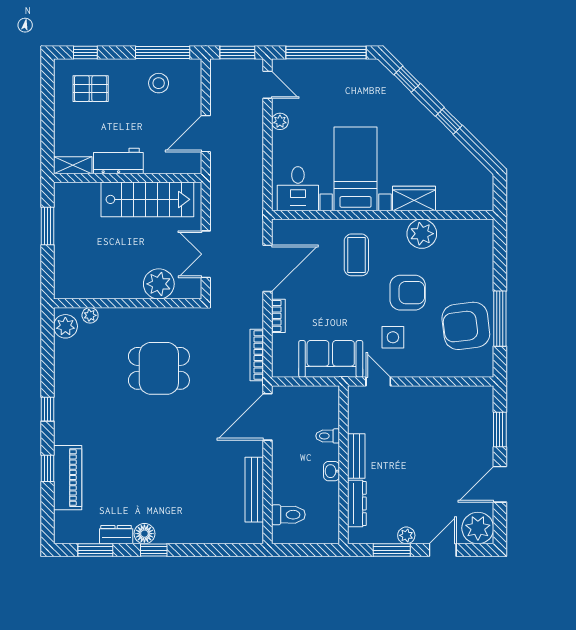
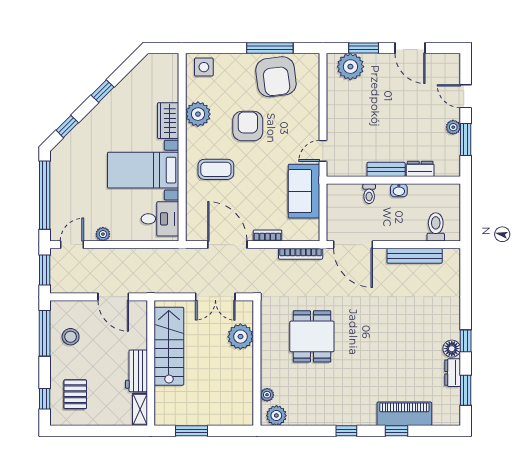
side table: (393, 337) -> (204, 67), moved
dresser: (357, 503) -> (420, 169), width x0.70
plant: (478, 528) -> (350, 67), moved

